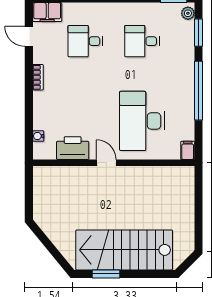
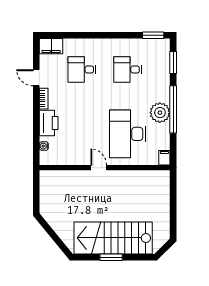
plant: (188, 13) -> (160, 113), moved, width x1.87, depth x1.87
door: (29, 36) -> (36, 78), moved
printer: (73, 148) -> (49, 123), moved, turned 90
window: (106, 274) -> (111, 257), moved

